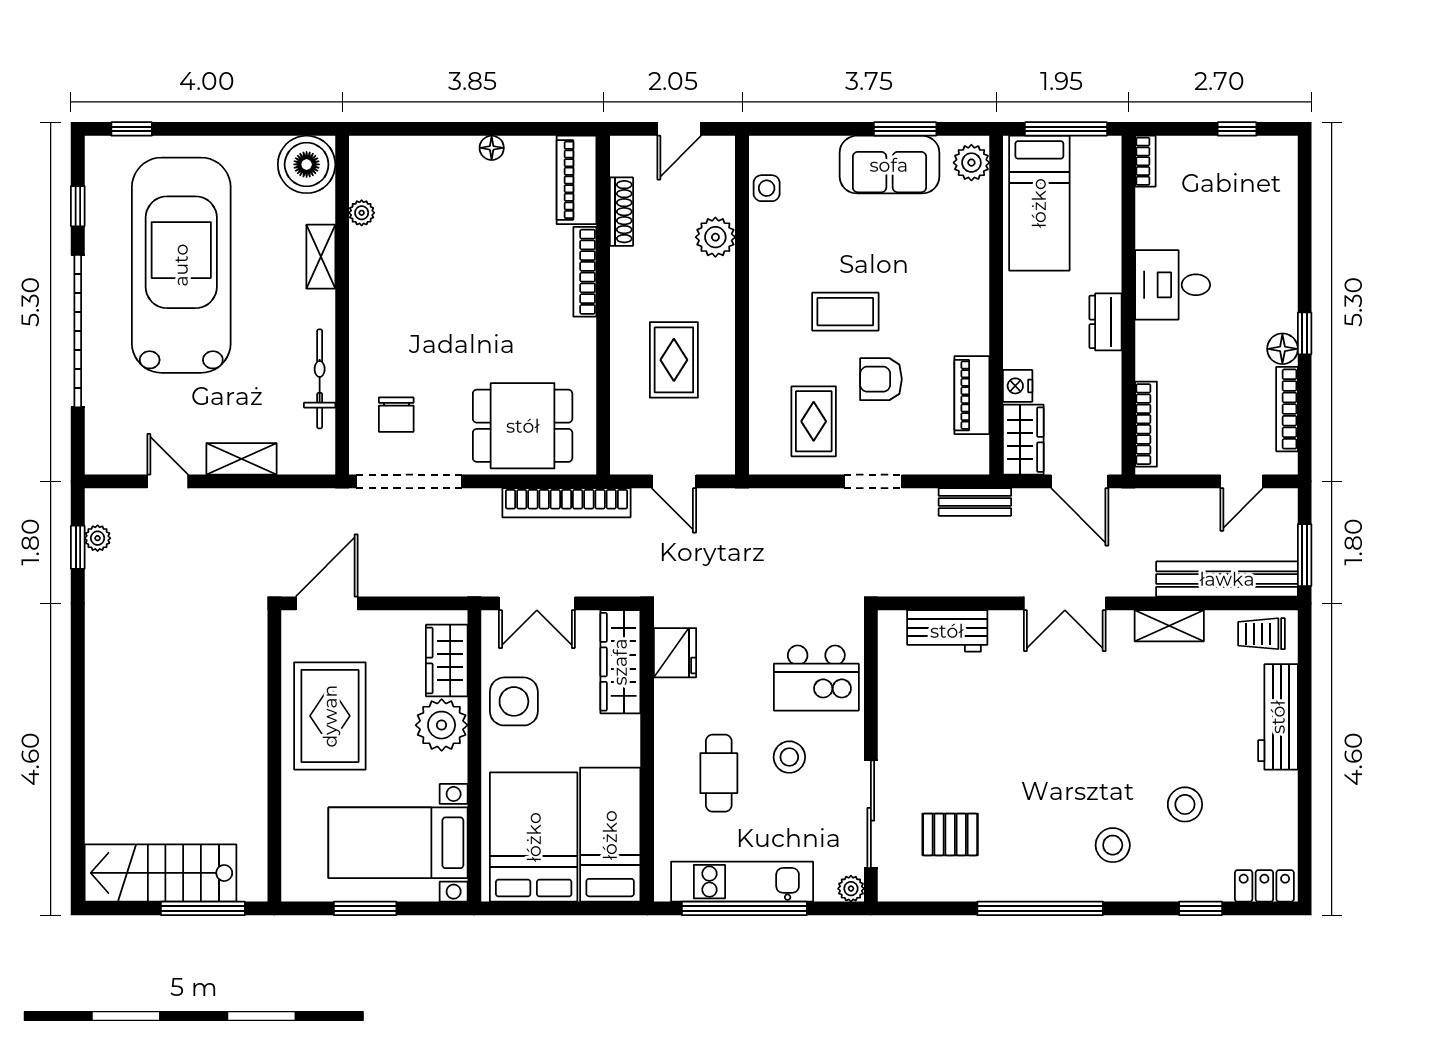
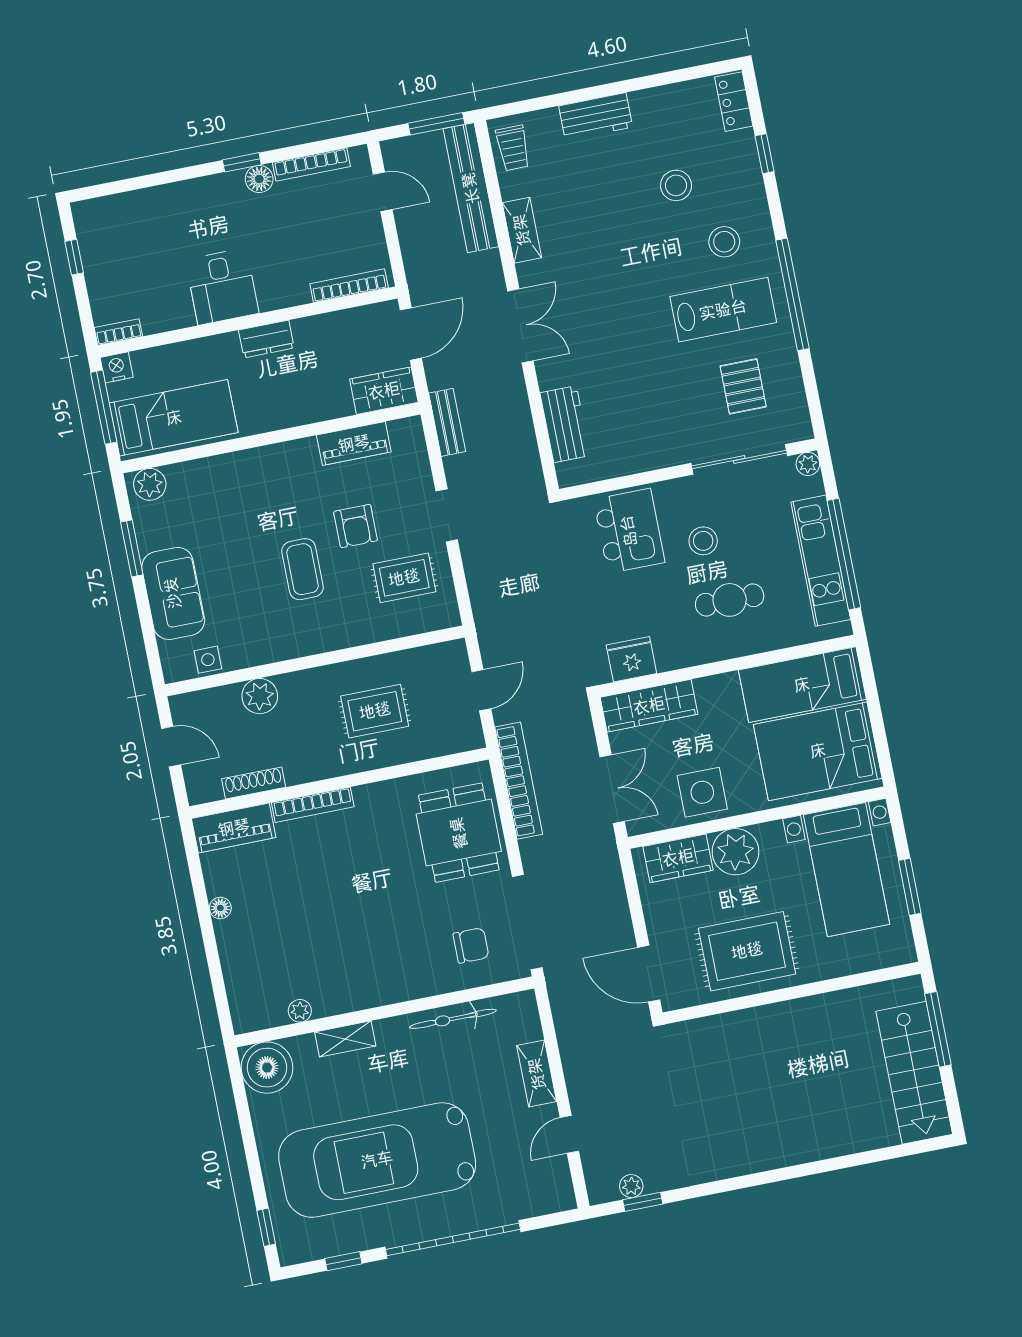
sofa: (889, 165) -> (173, 593), moved
nightstand: (1018, 386) -> (117, 367), moved, turned 180
workbench: (1278, 717) -> (596, 117), width x0.73
lab bench: (1039, 829) -> (723, 310), added

